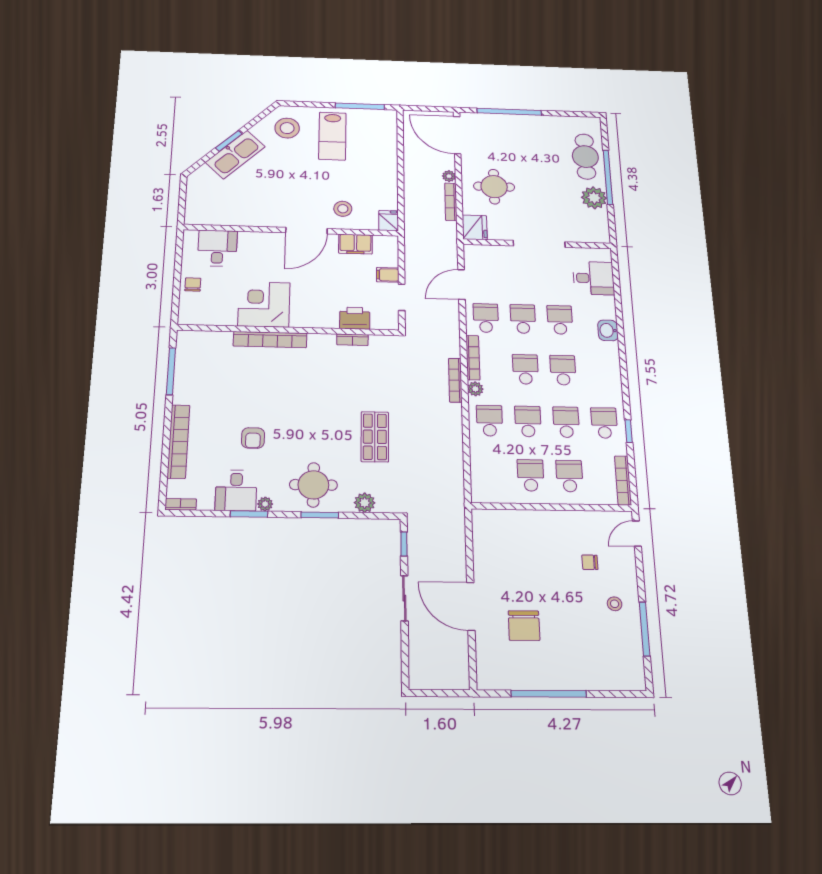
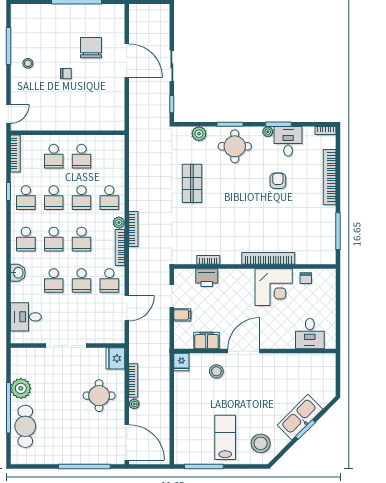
chair: (193, 284) -> (306, 278), moved
school desk: (600, 371) -> (26, 239), added
chair: (590, 562) -> (66, 74), moved

